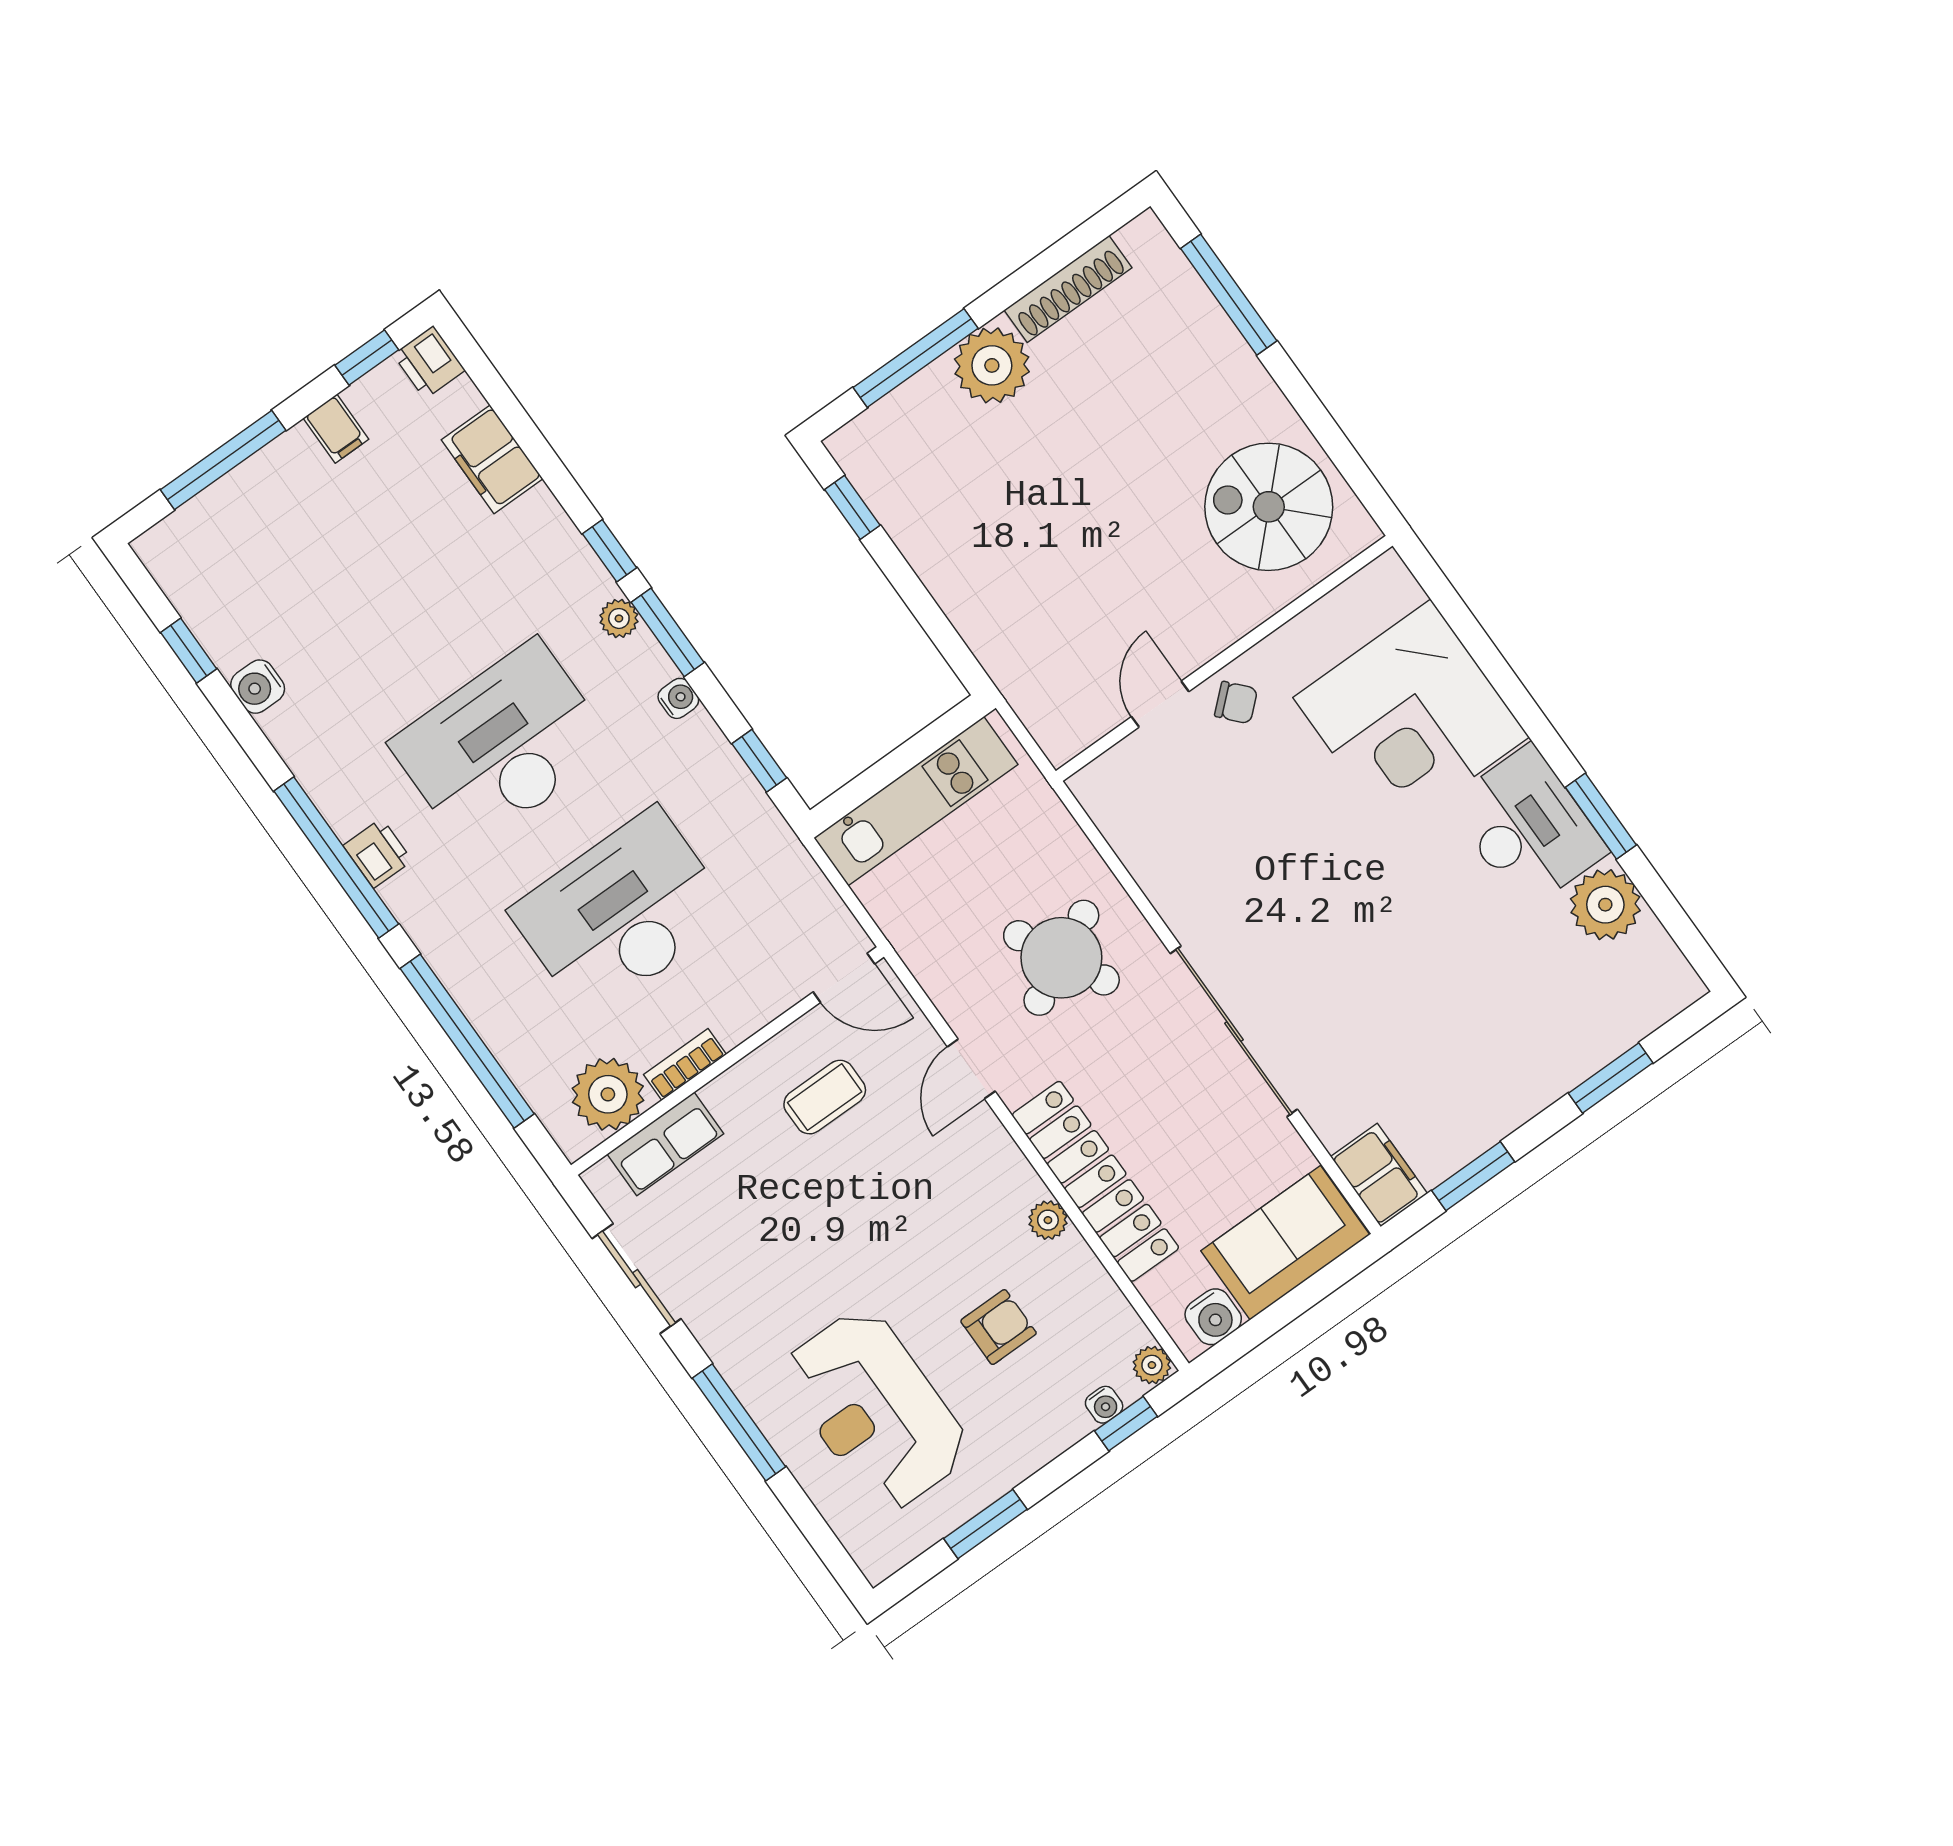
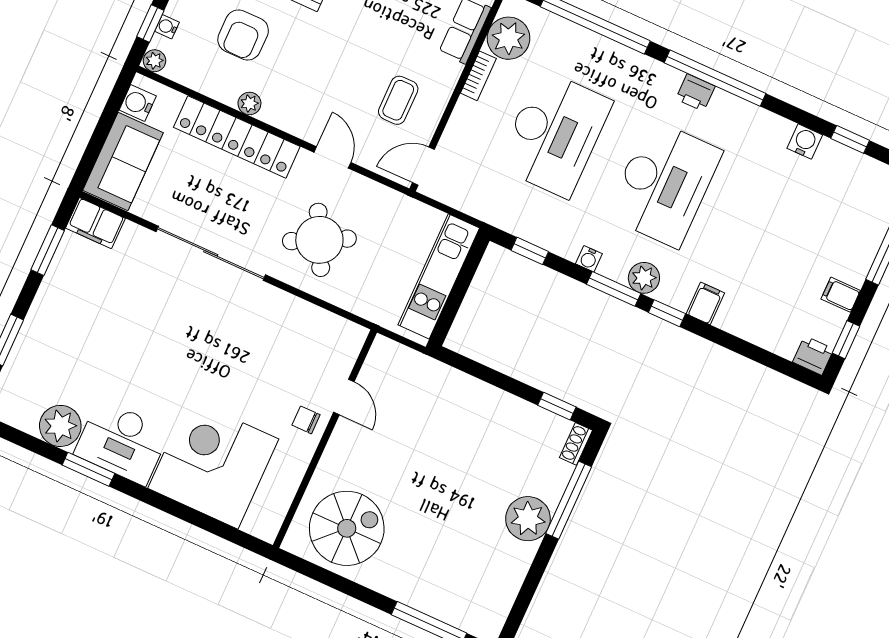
shoe rack: (1068, 289) -> (576, 444), moved, width x0.51, depth x0.81
filing cabinet: (492, 459) -> (705, 303), moved, width x0.50
plant: (619, 618) -> (644, 278), width x1.38, depth x1.38
chair: (1236, 703) -> (306, 420), turned 42
armchair: (999, 1327) -> (243, 35), width x1.38, depth x1.38

